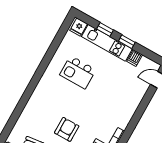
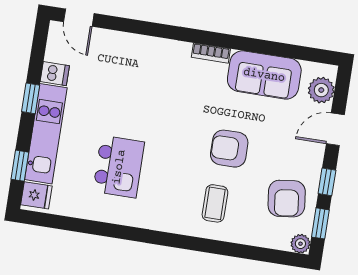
window: (105, 30) -> (20, 166), moved
coffee table: (43, 113) -> (215, 203), added

